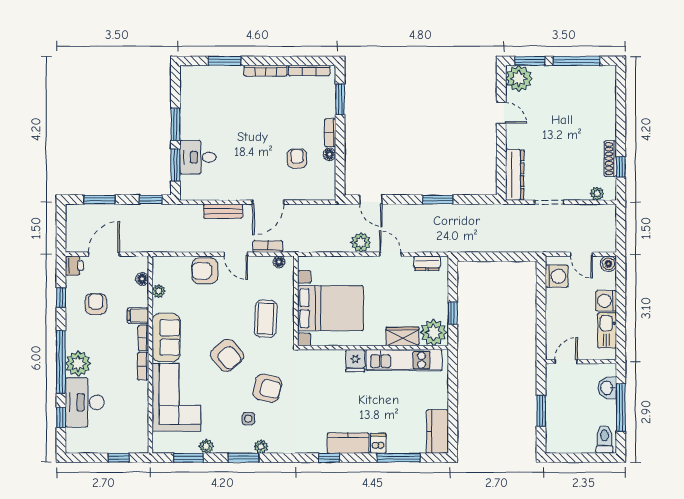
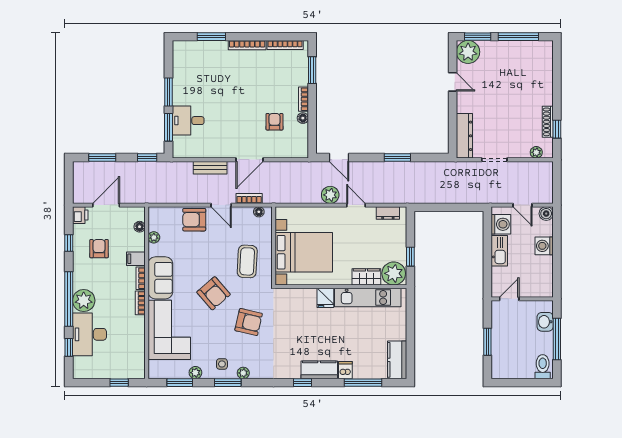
kitchen sink: (607, 330) -> (499, 251), moved, turned 180
side table: (248, 419) -> (222, 364), moved

